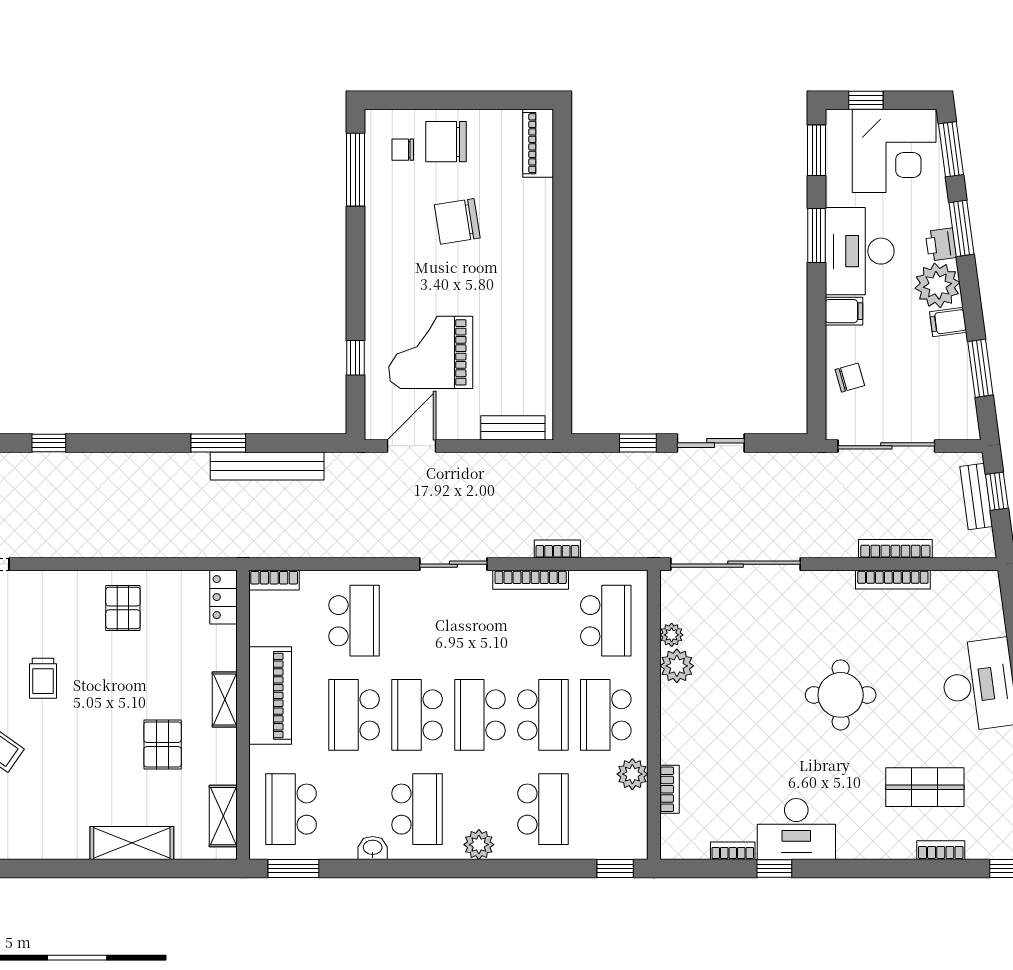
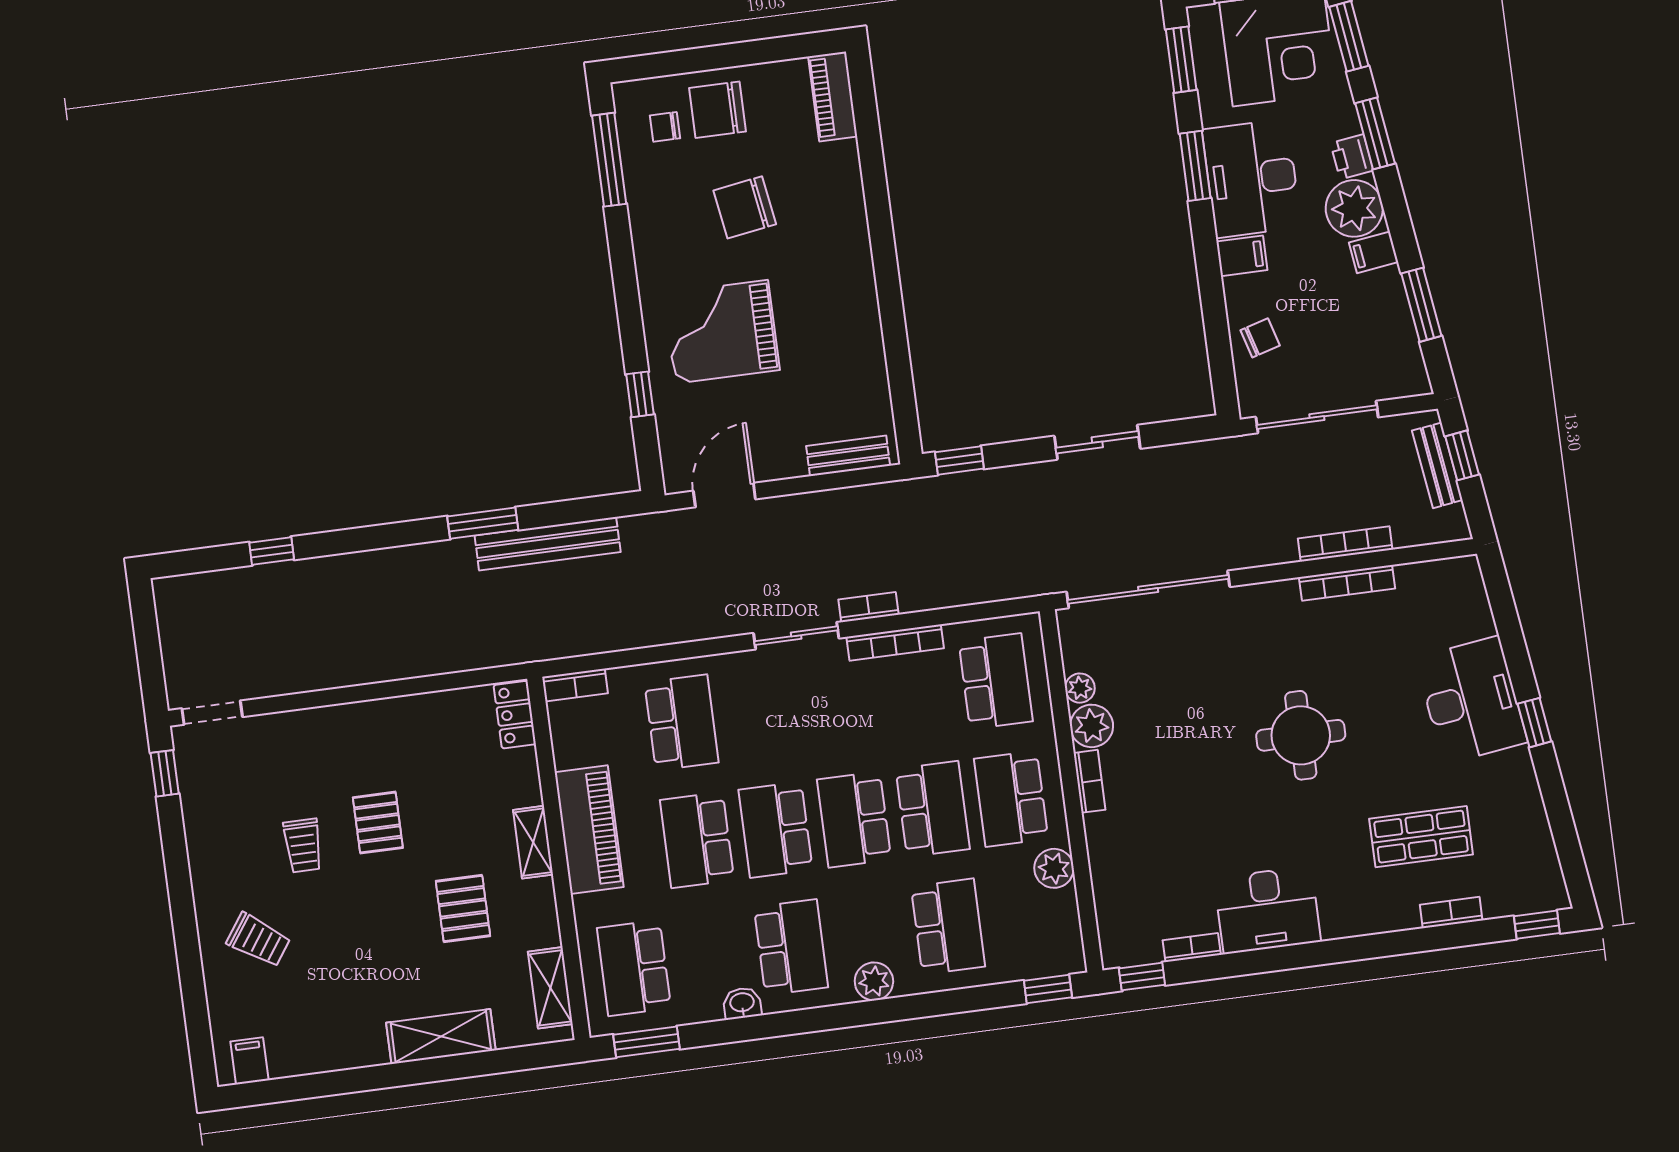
grand piano: (431, 352) -> (722, 332), moved
window: (638, 443) -> (959, 460), moved
bookcase: (557, 549) -> (868, 607), moved
pallet: (123, 608) -> (378, 823), moved
bookcase: (669, 789) -> (1090, 781), moved
window: (774, 869) -> (1142, 977), moved

